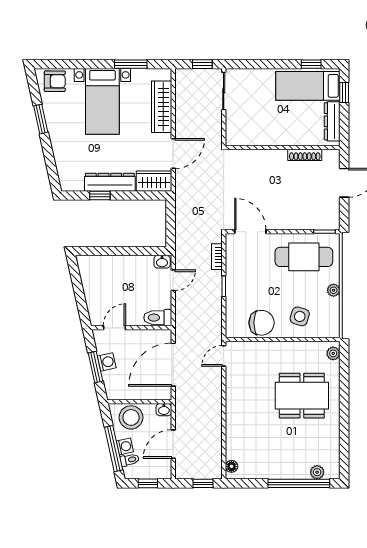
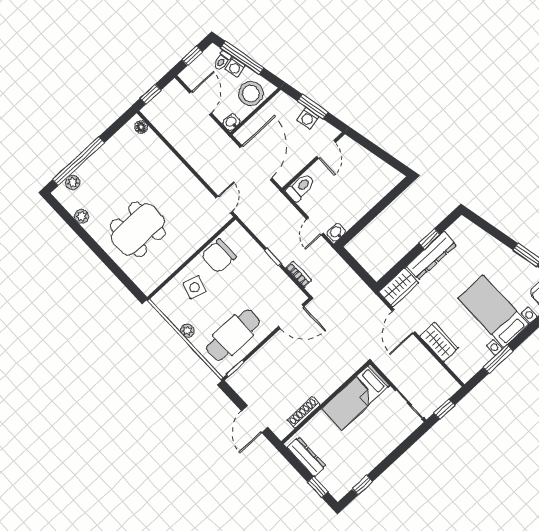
bed: (308, 86) -> (356, 397), moved, turned 180
wardrobe: (162, 107) -> (439, 342), width x0.67
plant: (333, 353) -> (81, 216), moved

